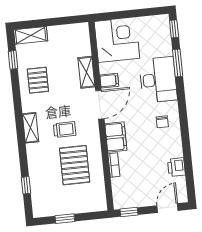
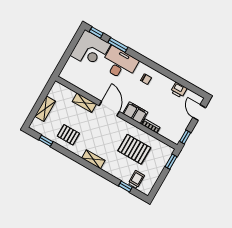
shelving: (31, 35) -> (45, 109), moved
corner desk: (117, 40) -> (90, 50), moved, turned 180
filing cabinet: (109, 81) -> (99, 93), removed
trolley: (65, 130) -> (136, 179), moved
window: (65, 219) -> (171, 162), moved

